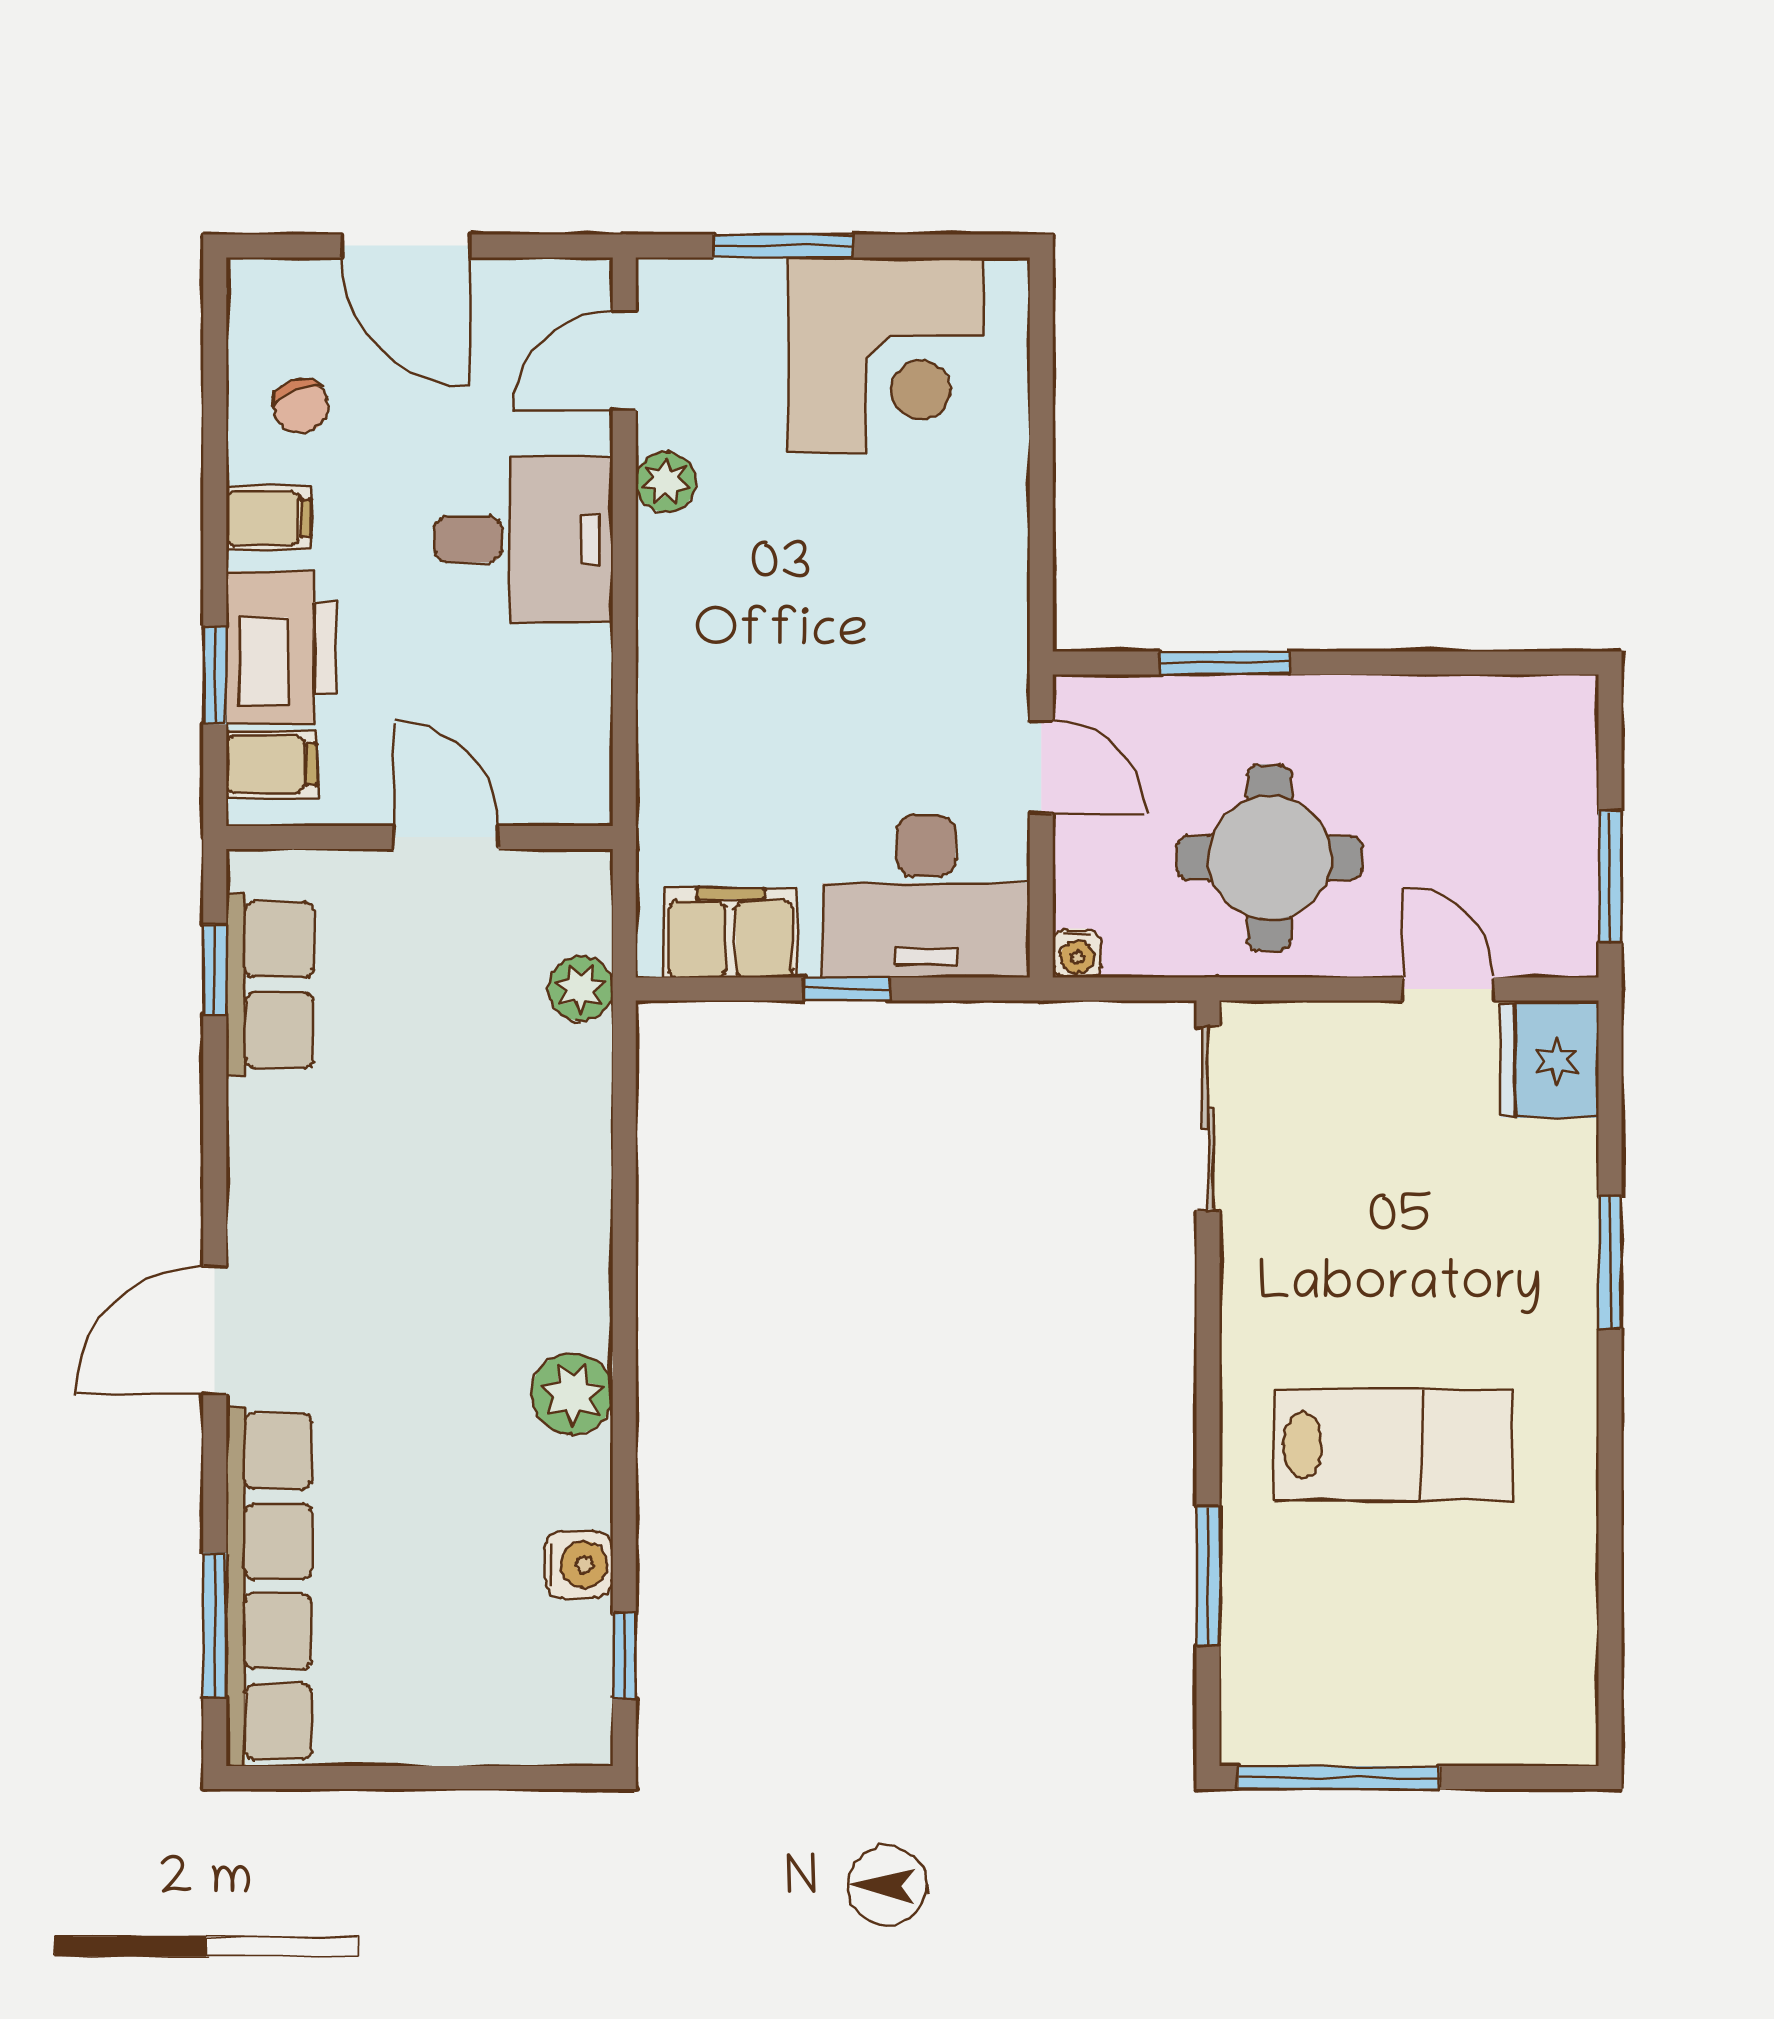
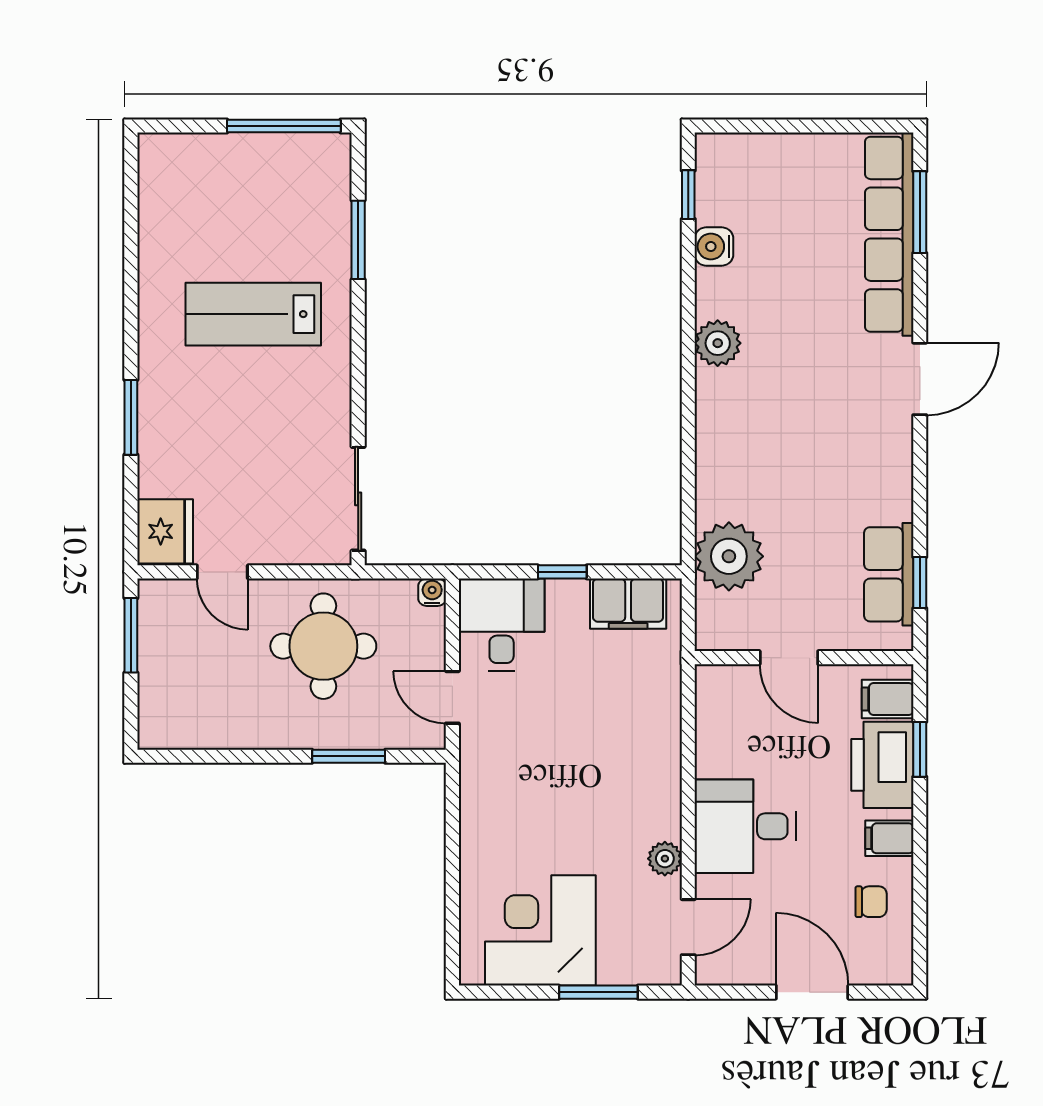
chair: (301, 406) -> (871, 902), turned 109
desk: (926, 896) -> (502, 624), width x0.73
plant: (581, 988) -> (729, 556), width x1.88, depth x1.88

